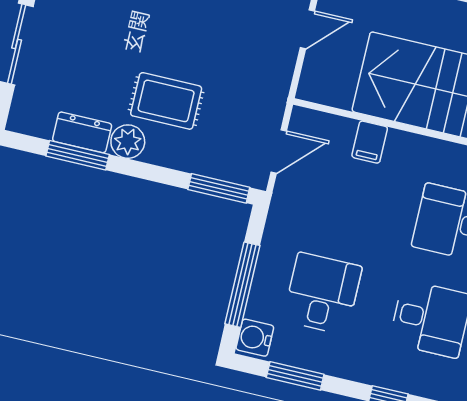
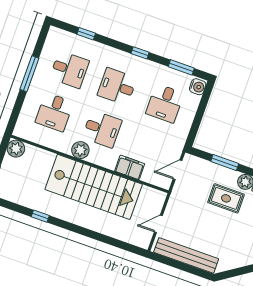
filing cabinet: (370, 142) -> (130, 167), width x2.00
window: (219, 188) -> (225, 163), moved
window: (242, 285) -> (201, 111), removed

